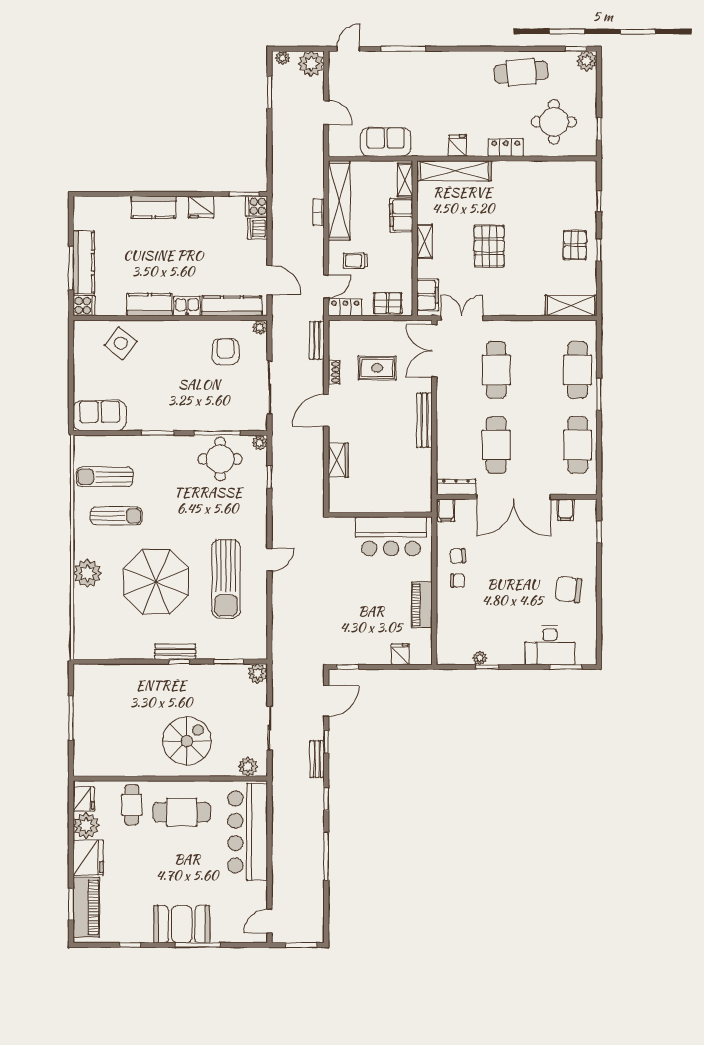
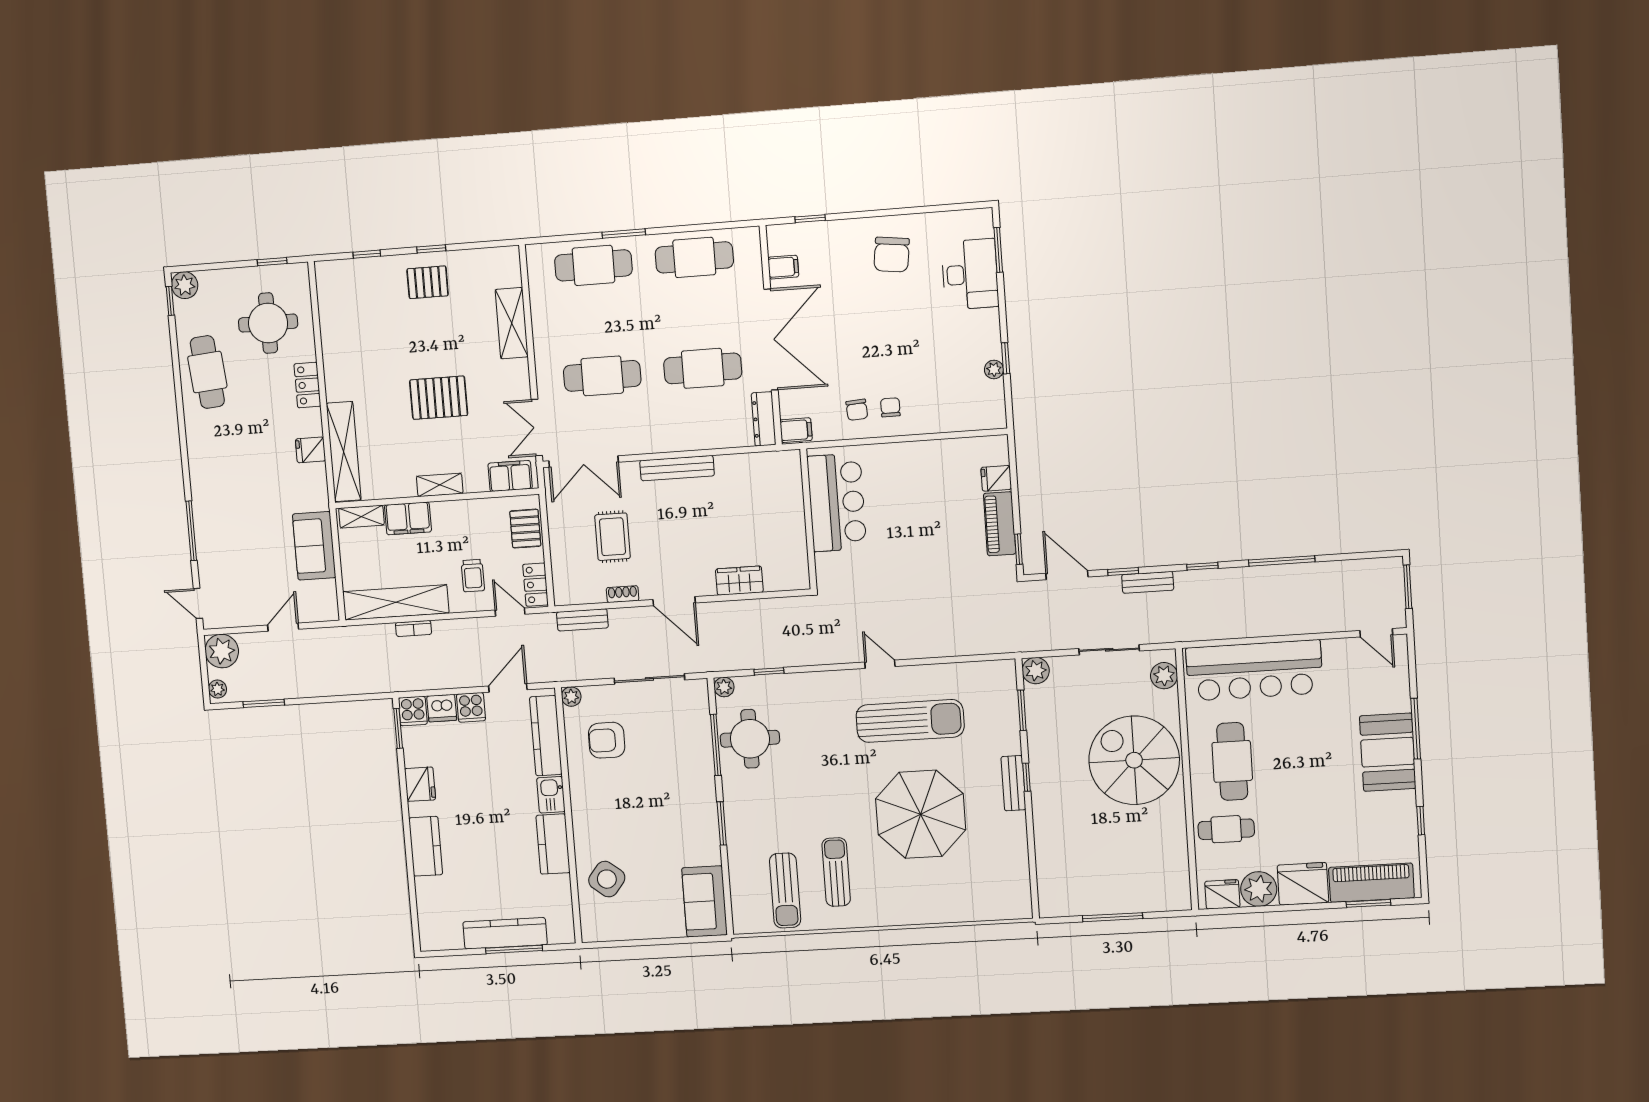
cooker: (84, 306) -> (471, 707), moved, turned 180
shelving: (571, 306) -> (512, 323), moved
plant: (87, 573) -> (916, 906), removed
piano: (422, 605) -> (1000, 524), moved, turned 90
spiral stairs: (187, 741) -> (1134, 760), width x1.37, depth x1.37

